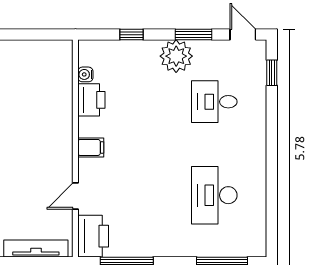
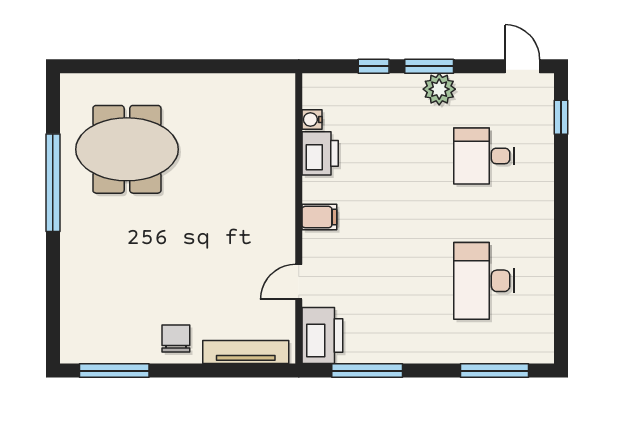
window: (194, 35) -> (429, 66), moved
plant: (176, 56) -> (439, 89), width x0.73, depth x0.73

